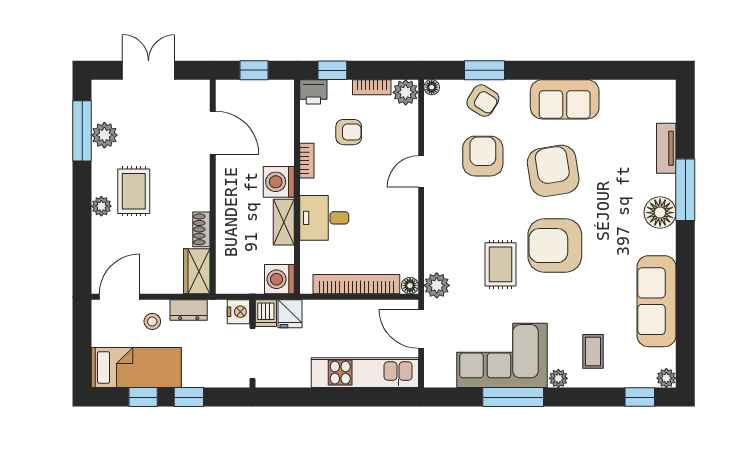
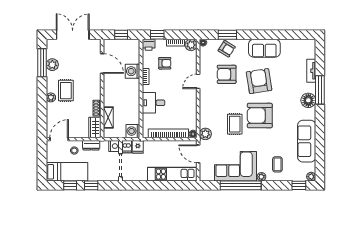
double door: (149, 70) -> (73, 35), width x1.37
armchair: (483, 156) -> (227, 74), turned -90
washing machine: (279, 182) -> (133, 71), moved
shelving: (284, 222) -> (108, 118), moved
window: (513, 397) -> (241, 185), width x1.46

